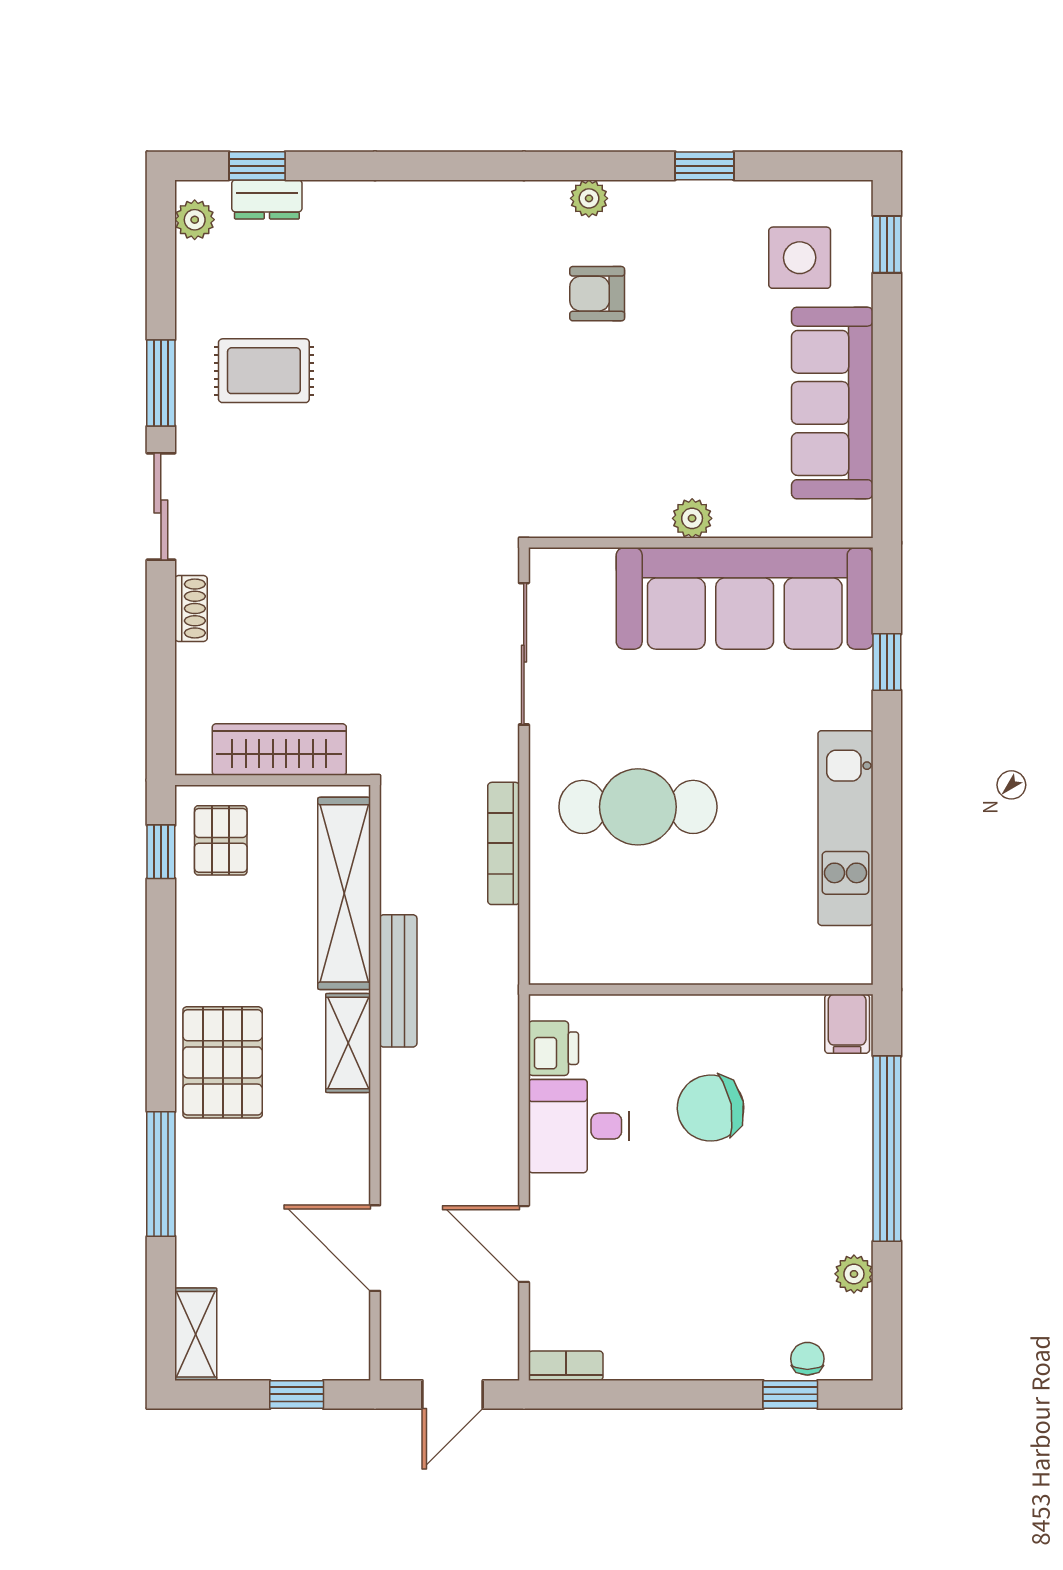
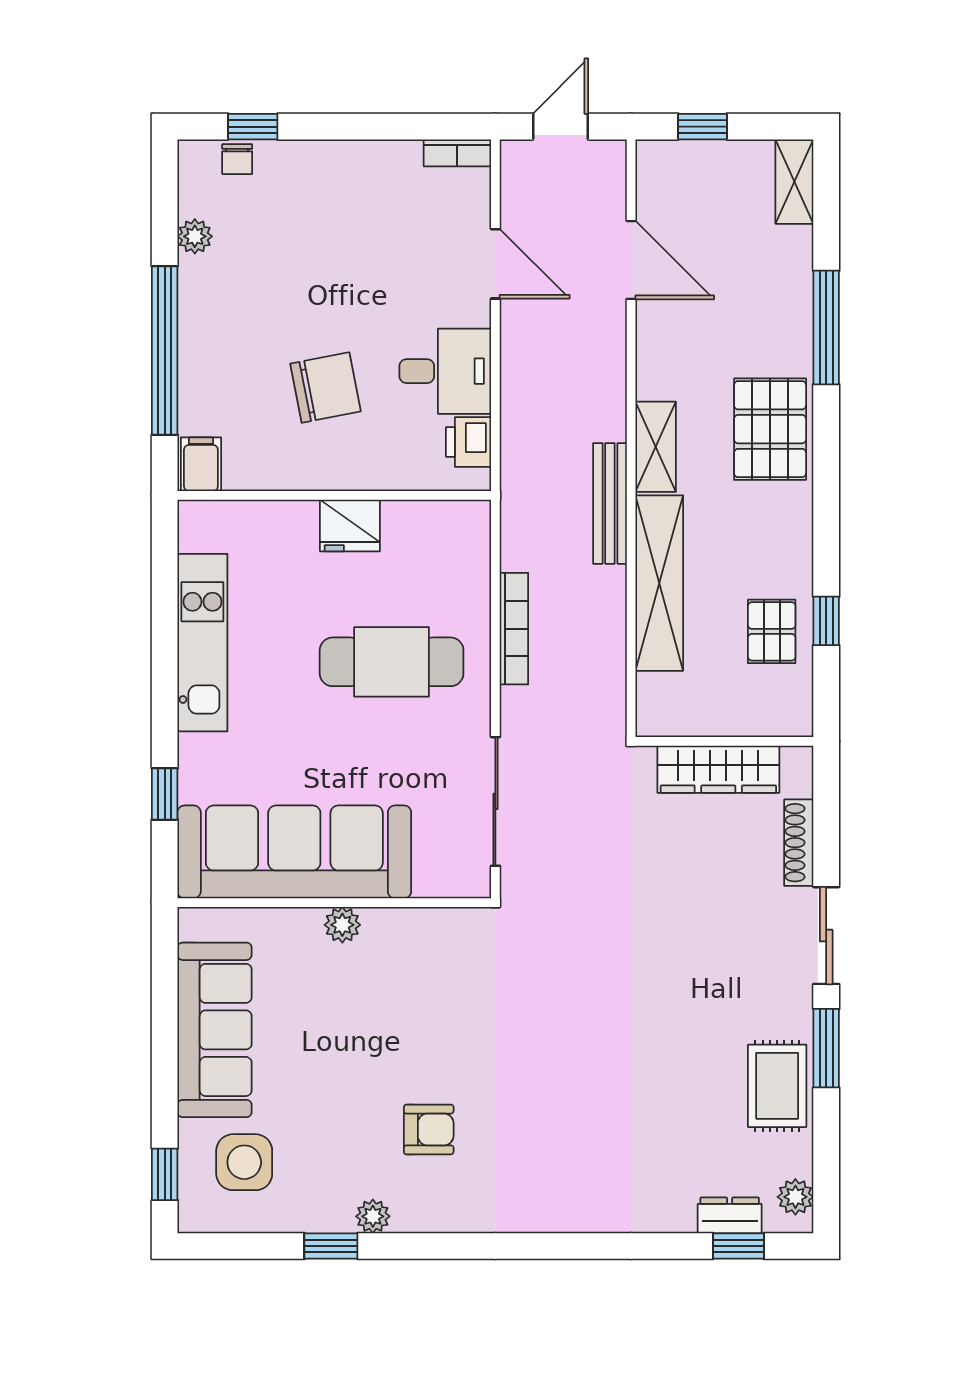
plant: (589, 198) -> (373, 1216), moved
rug: (264, 371) -> (777, 1086), moved, turned 90
shoe rack: (191, 609) -> (799, 843), width x1.43
wardrobe: (279, 750) -> (718, 769), moved
wall: (273, 780) -> (724, 741), moved
fridge: (684, 957) -> (350, 526), added

